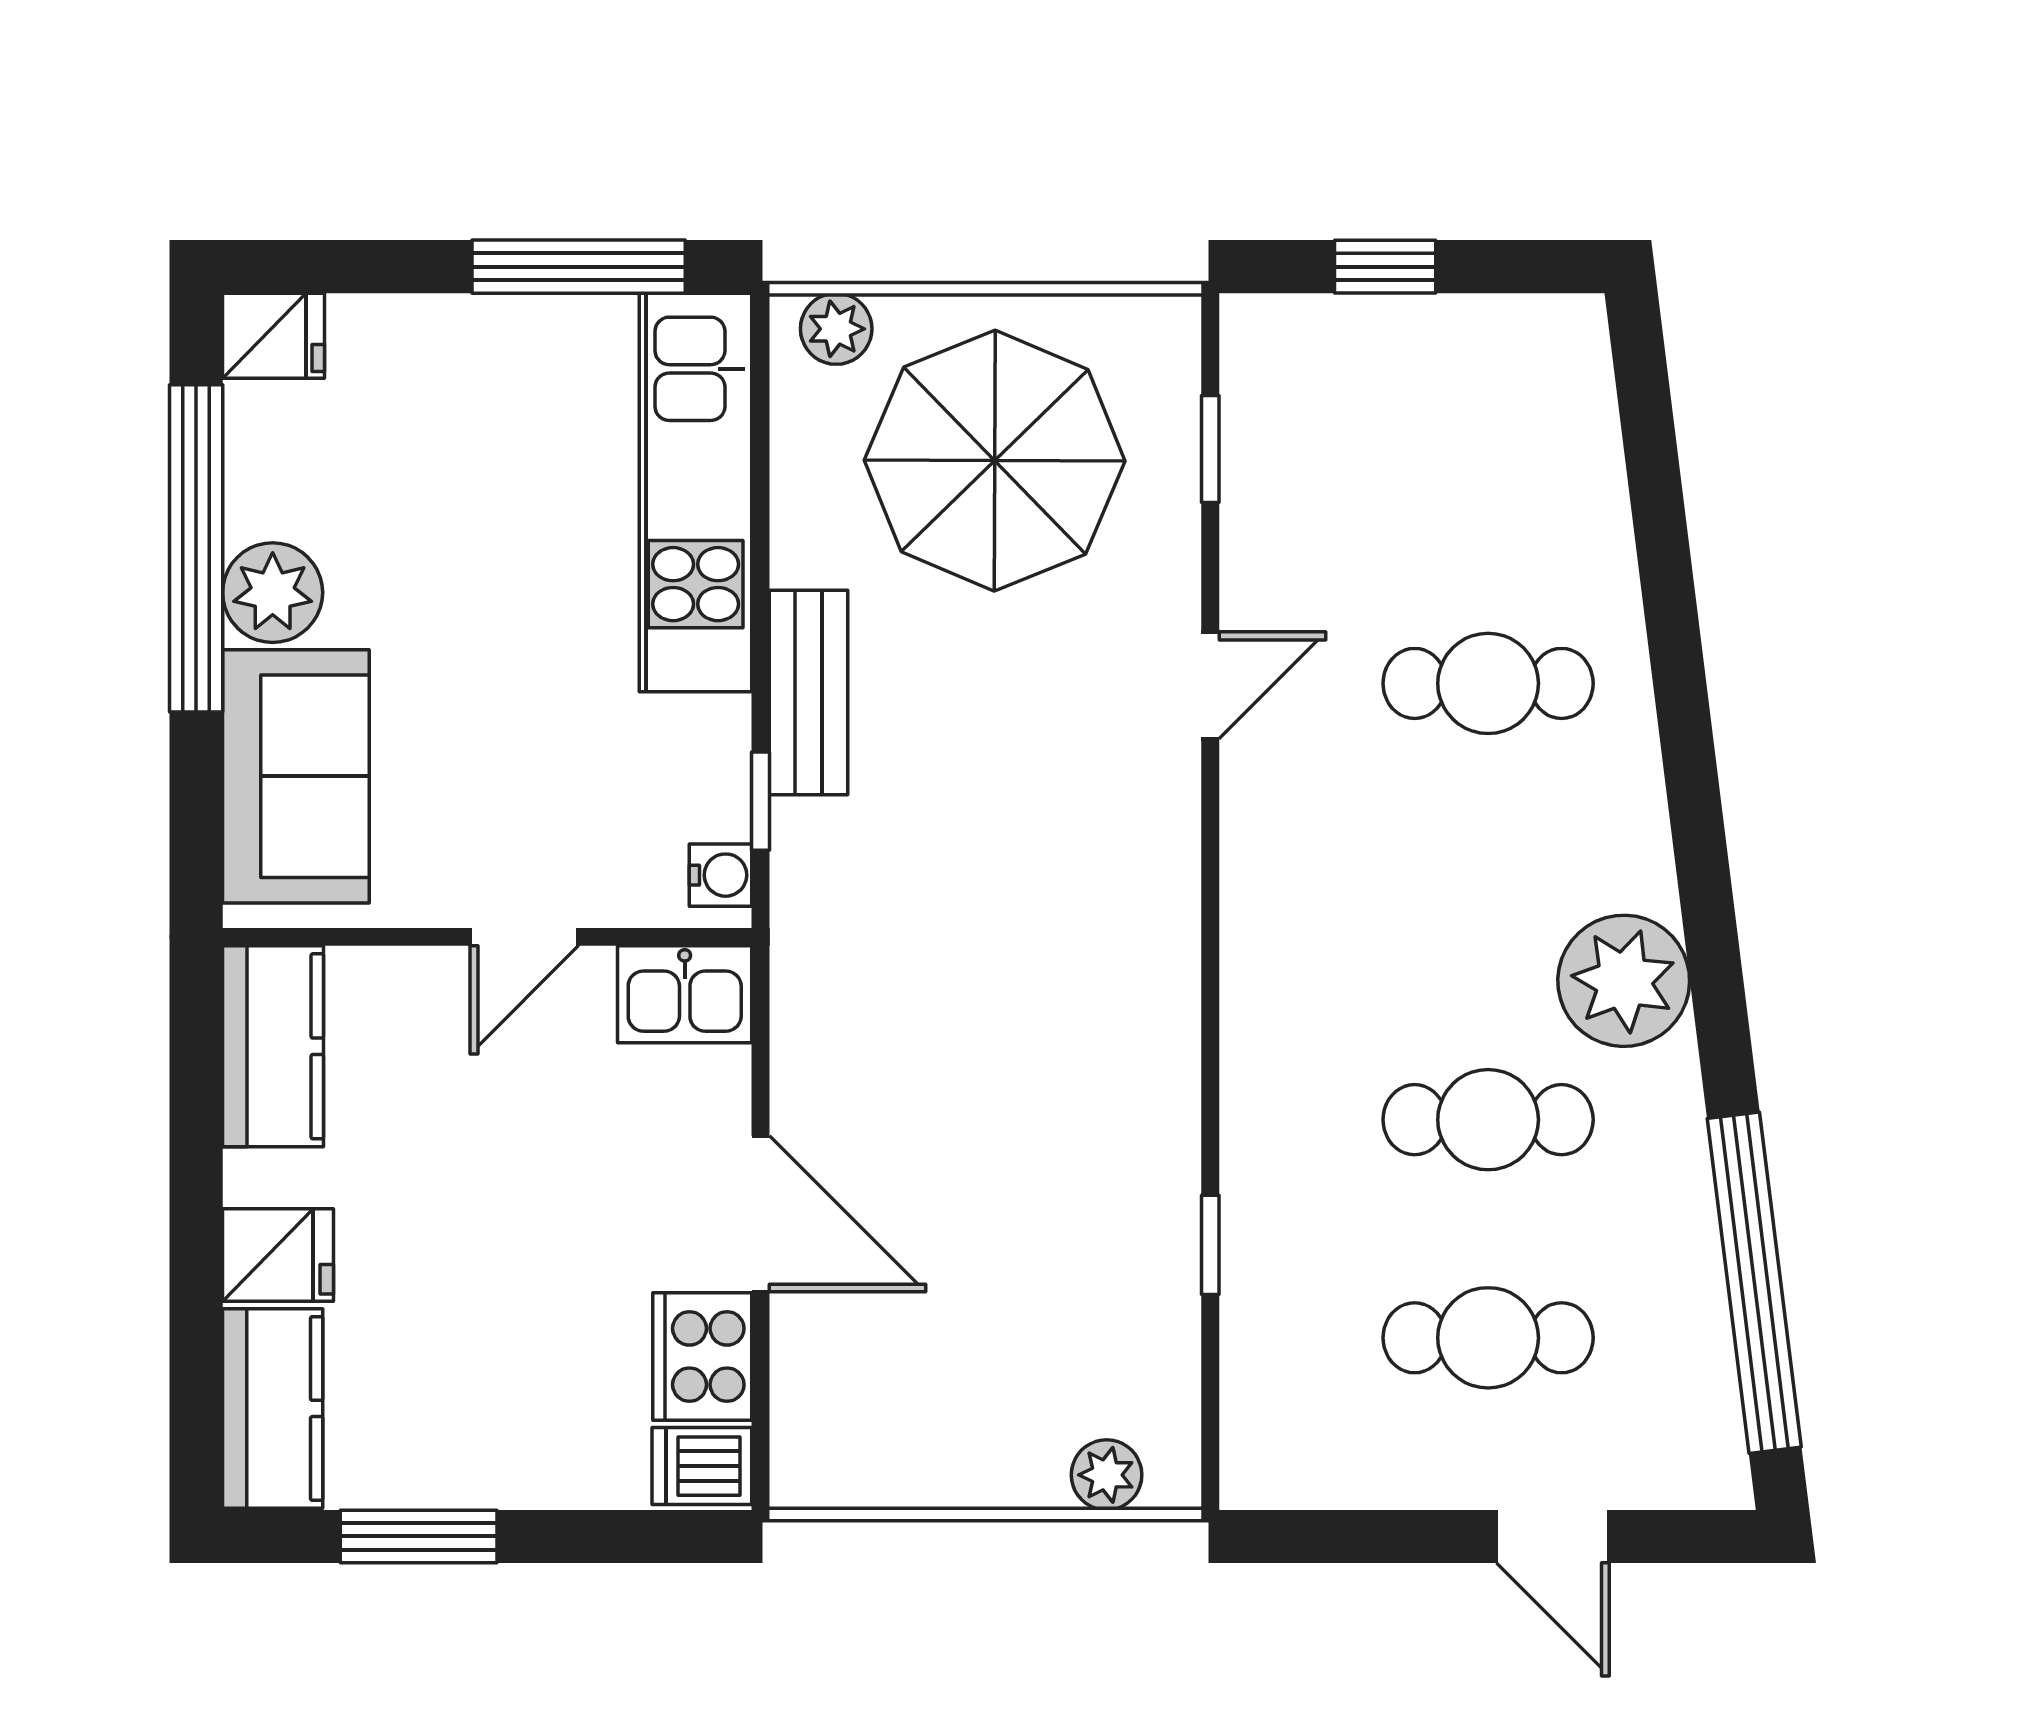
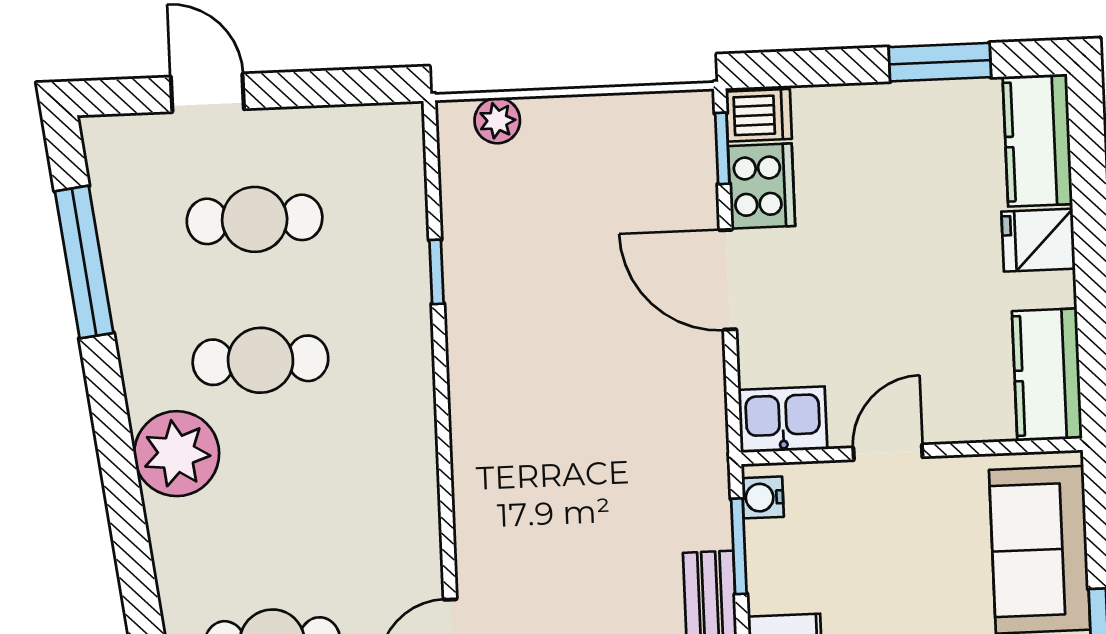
window: (761, 801) -> (739, 546), width x1.50
window: (1754, 1283) -> (84, 262), width x0.68
window: (761, 1417) -> (722, 148), added

